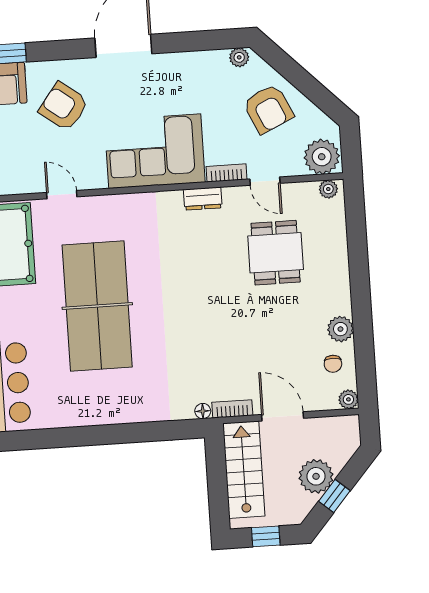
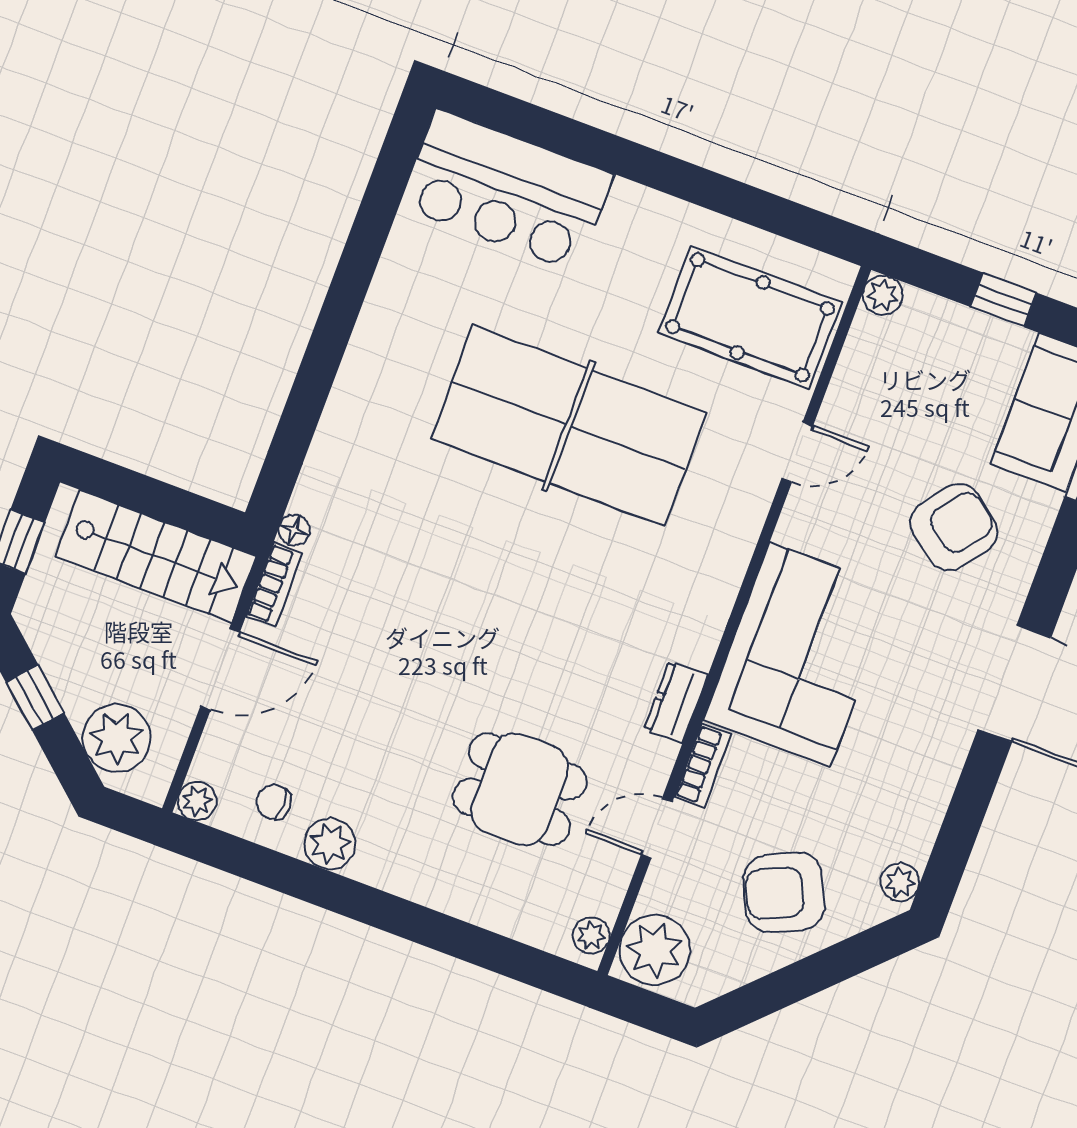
plant: (316, 476) -> (116, 738), moved

